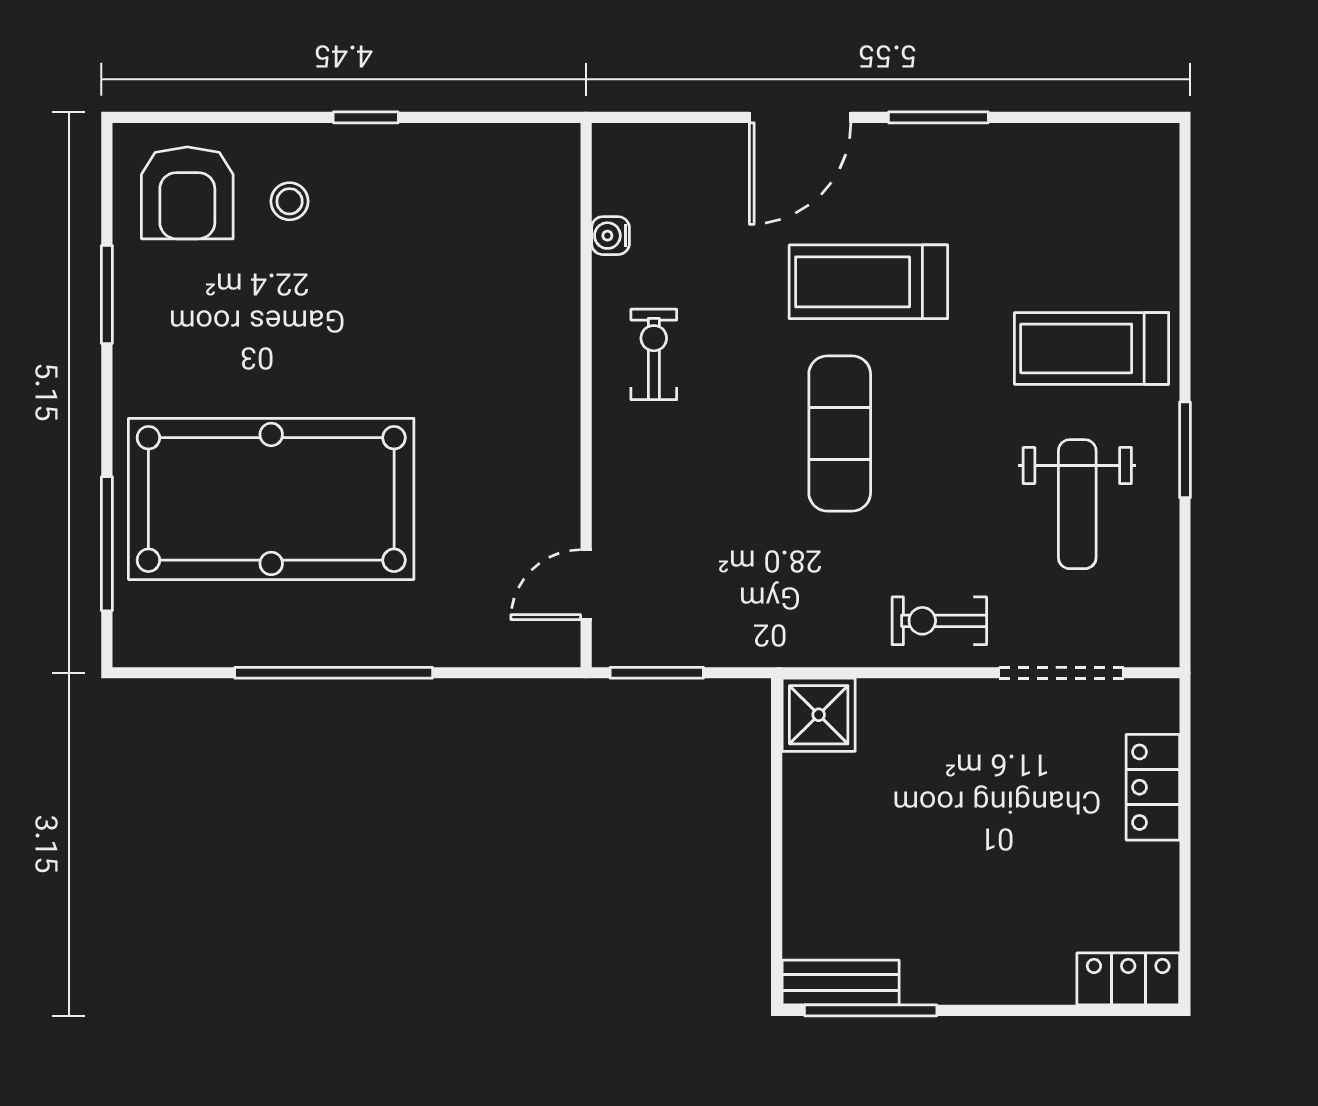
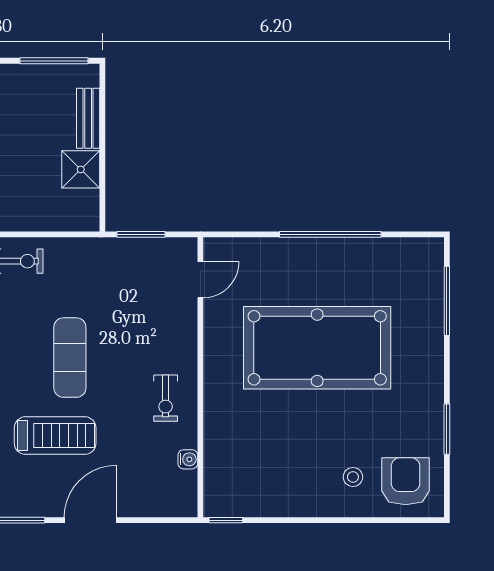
window: (366, 117) -> (226, 520), moved
pool table: (271, 499) -> (317, 348), moved
window: (657, 673) -> (141, 234), moved
shower: (819, 715) -> (81, 169), moved
bench: (841, 983) -> (88, 118), moved, turned 90

